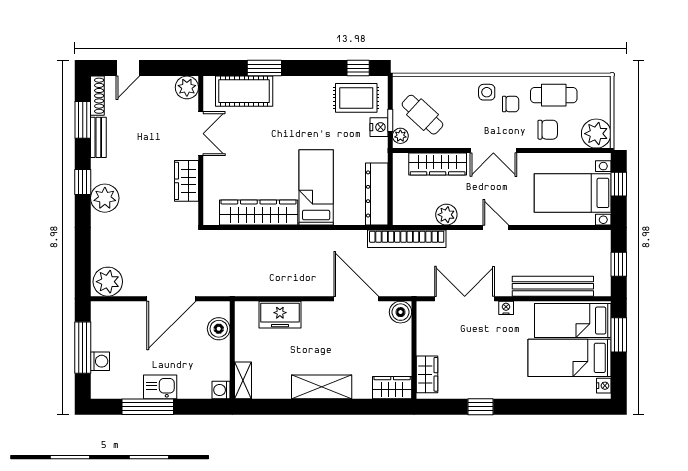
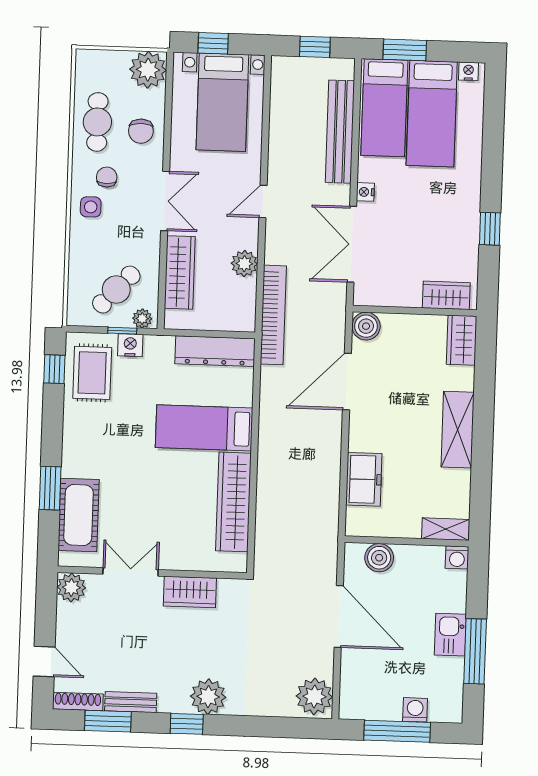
chair: (548, 130) -> (141, 131), turned 180

